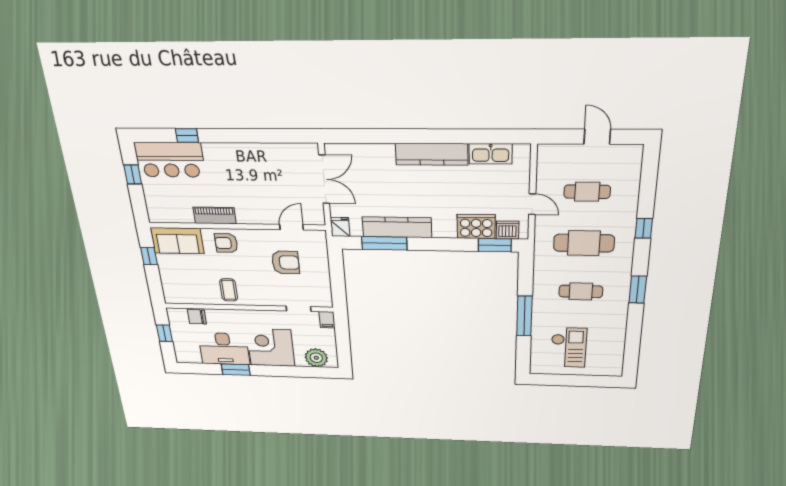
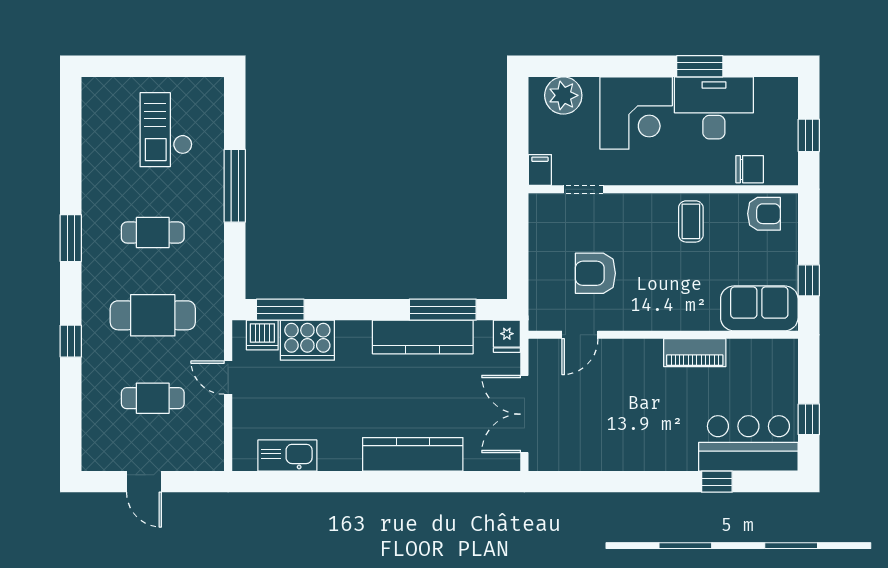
kitchen counter: (432, 154) -> (413, 454), moved
armchair: (226, 243) -> (764, 214), moved

